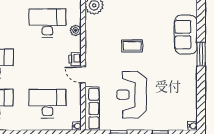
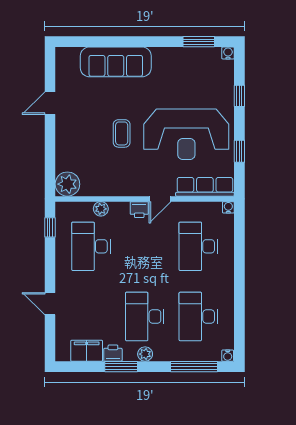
sofa: (186, 35) -> (116, 62), width x1.36
window: (201, 54) -> (199, 42), moved
reception desk: (132, 95) -> (186, 134), width x1.36, depth x1.30

